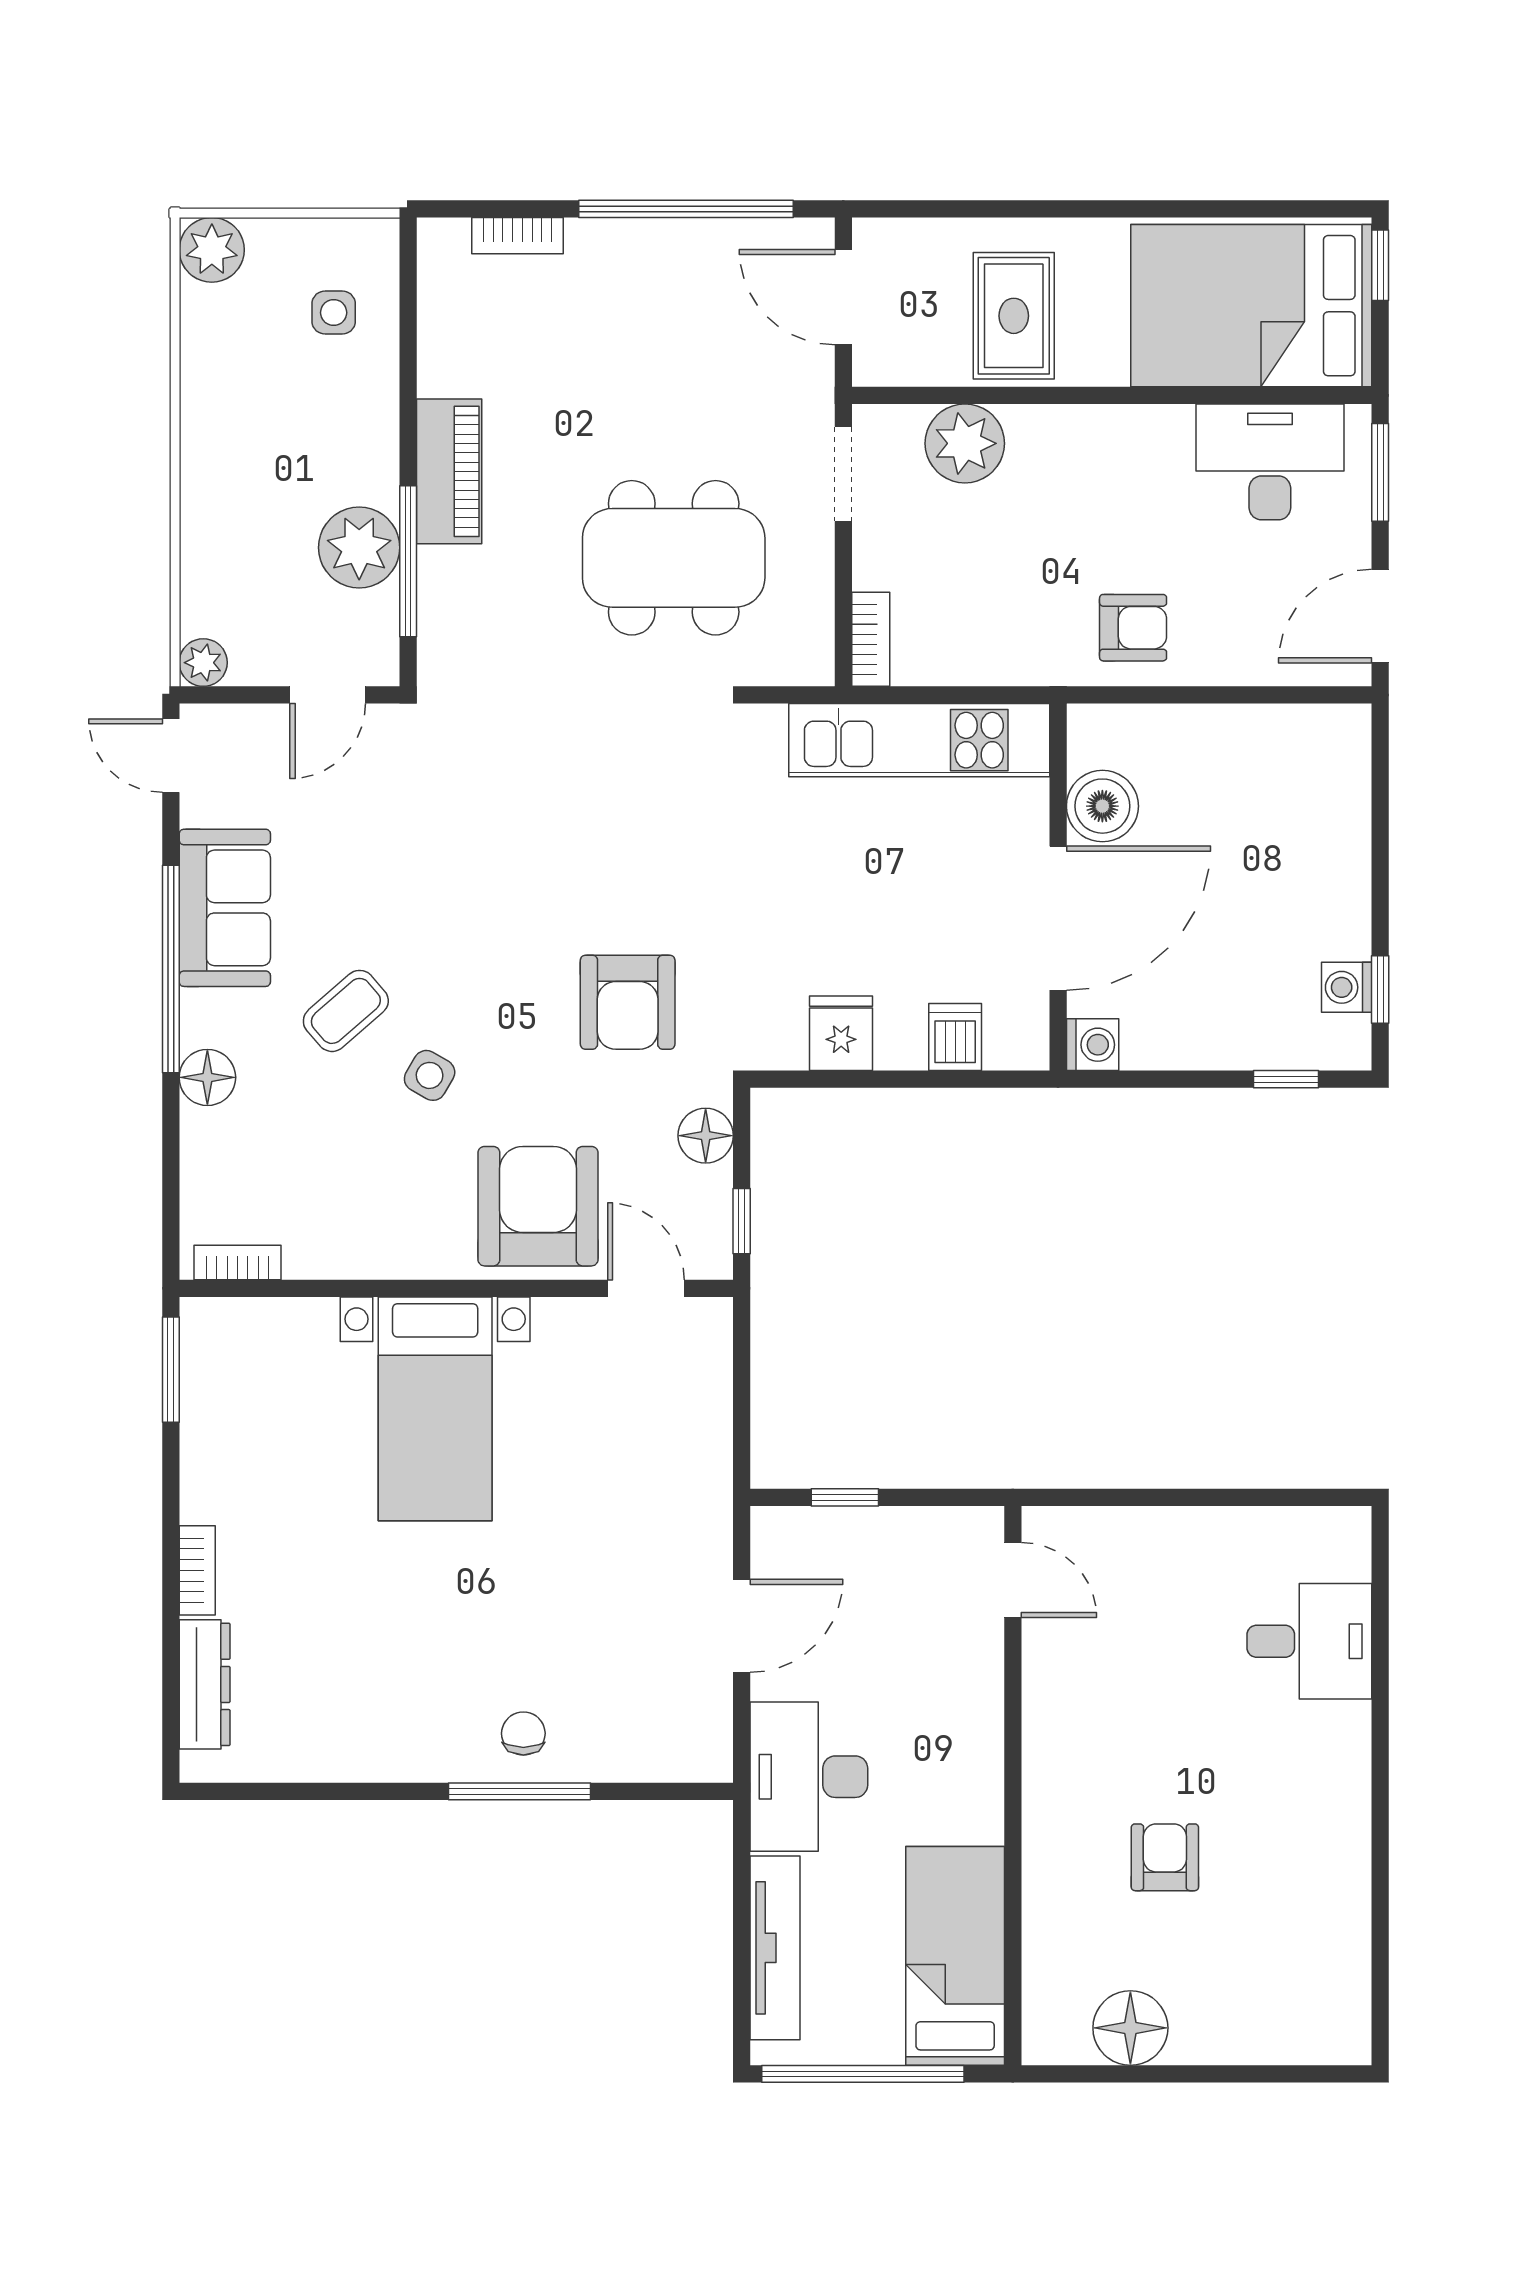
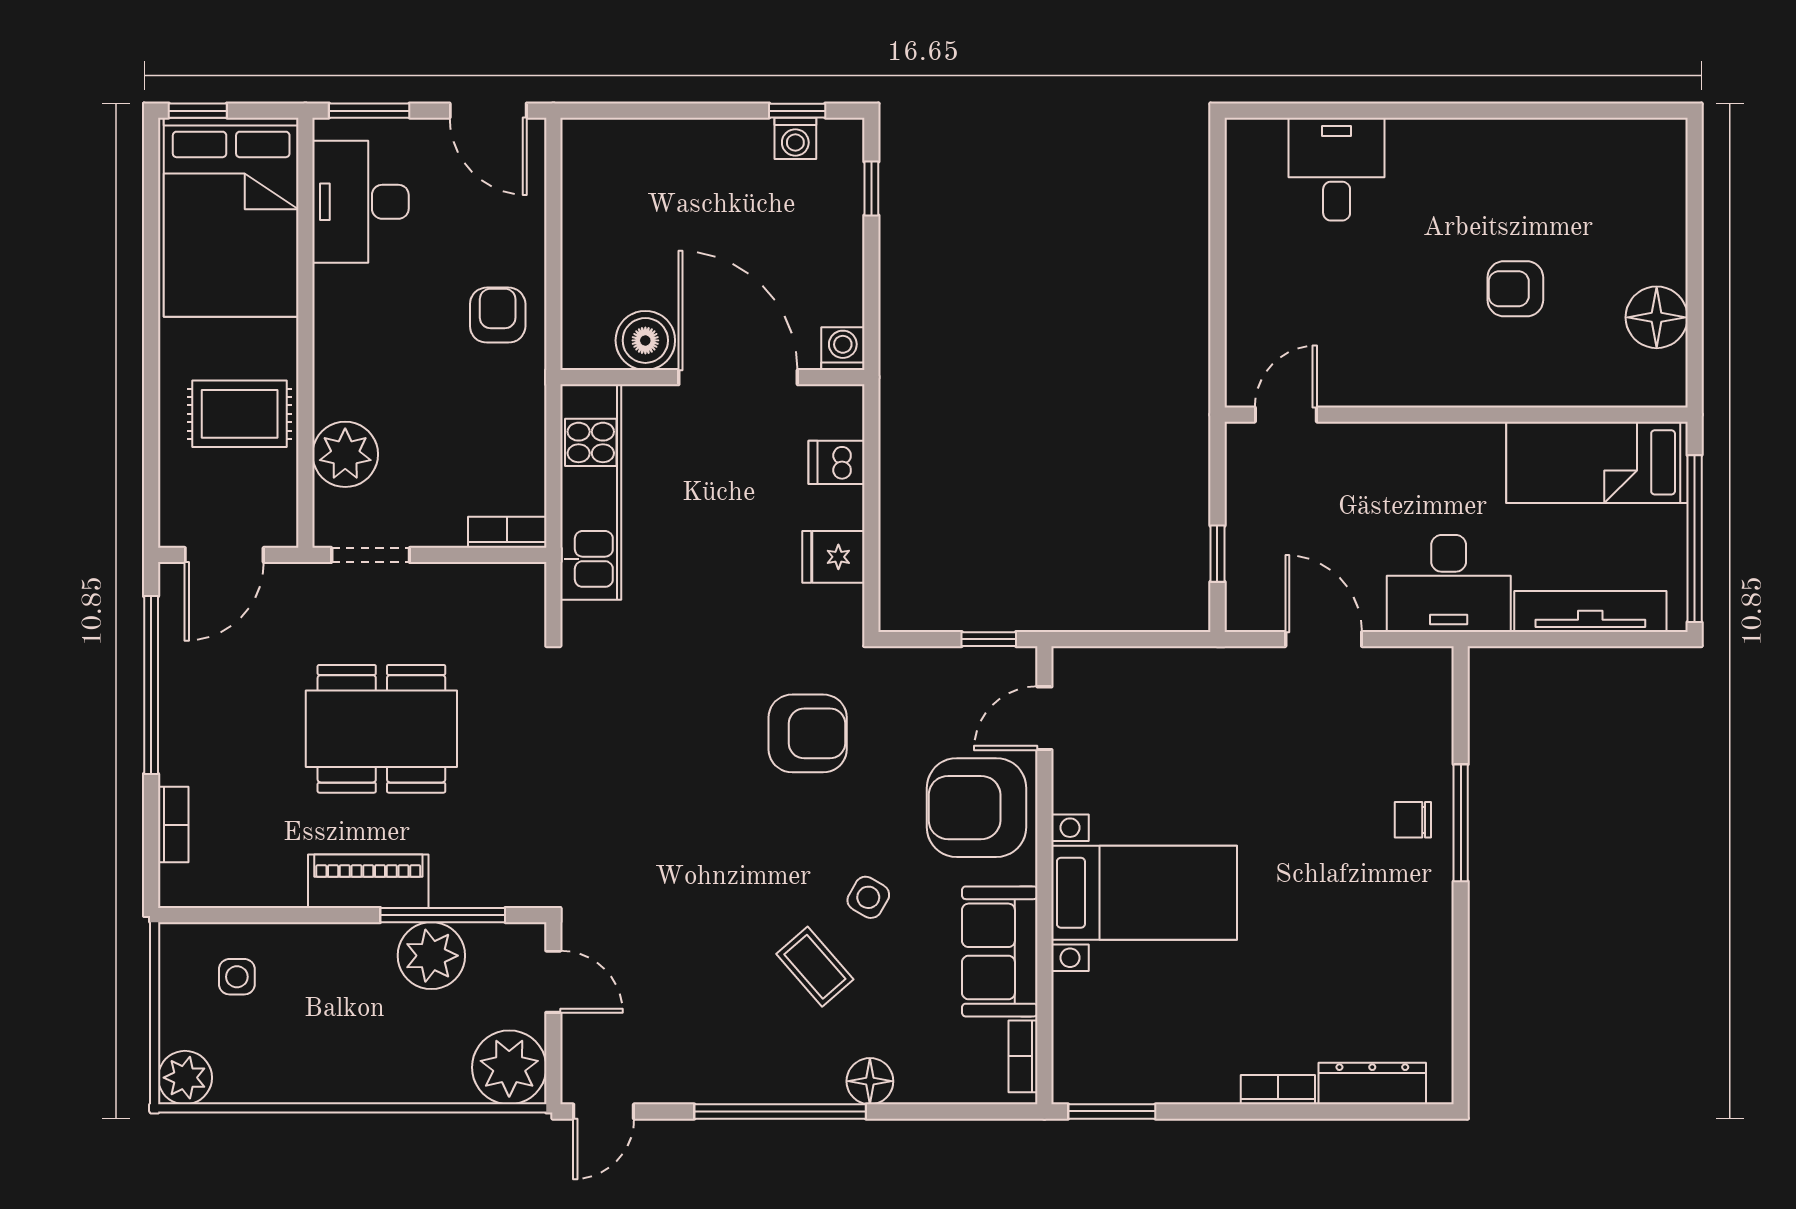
dining table: (674, 558) -> (381, 729), moved, turned 90
plant: (203, 663) -> (509, 1067), width x1.87, depth x1.87
sofa: (225, 908) -> (1000, 951), moved, turned -90
floor lamp: (706, 1136) -> (918, 669), removed

